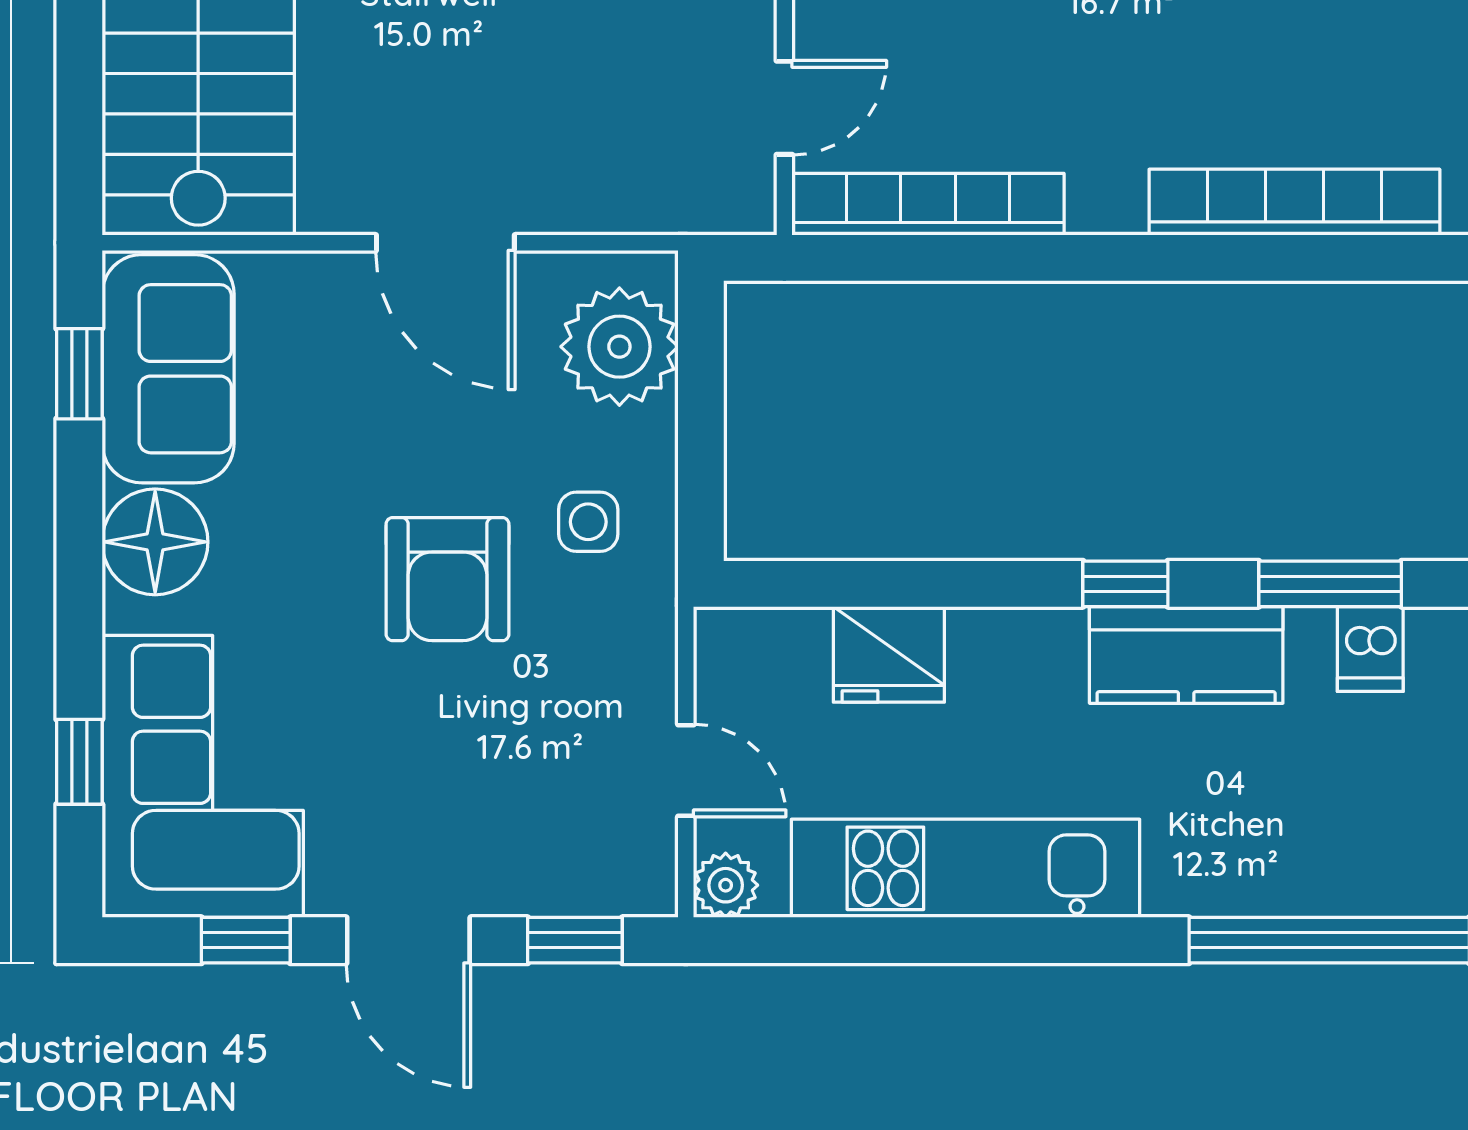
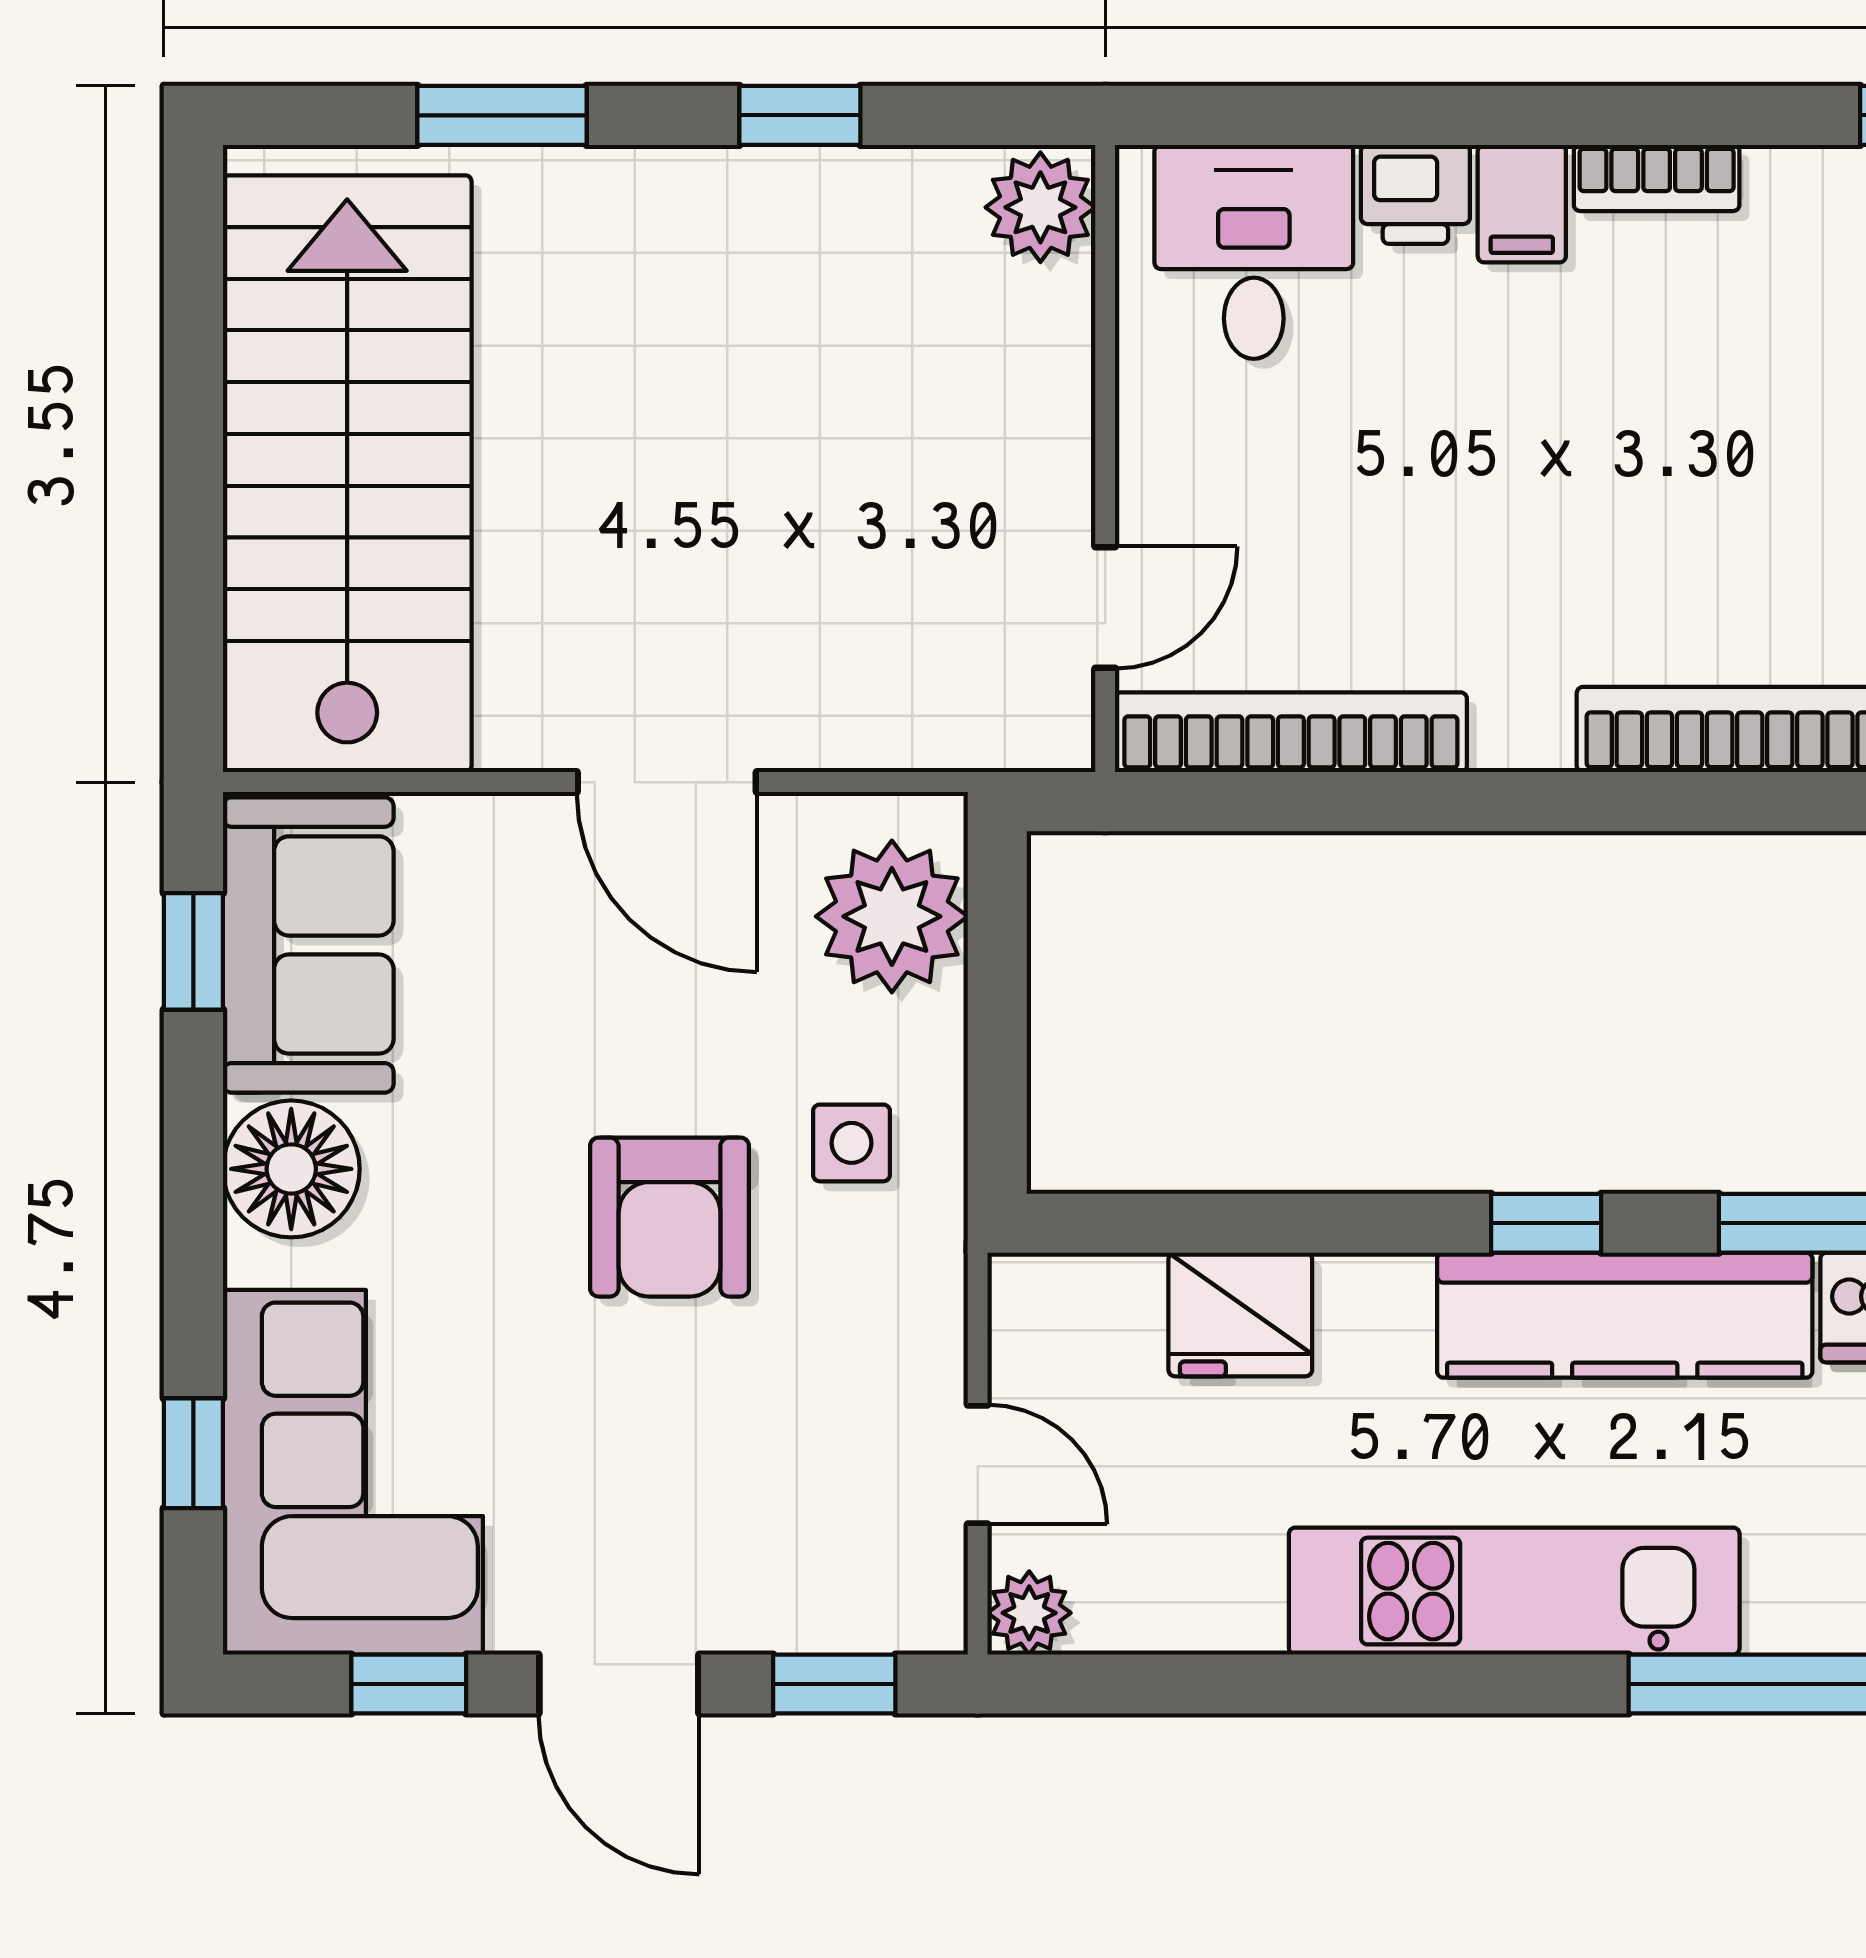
kitchen counter: (1186, 655) -> (1625, 1315), width x1.50
kitchen unit: (966, 868) -> (1514, 1591), moved

